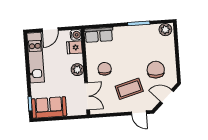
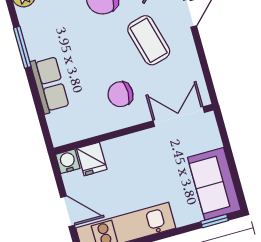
row of seats: (99, 35) -> (50, 85), moved
plant: (77, 70) -> (132, 145), removed

